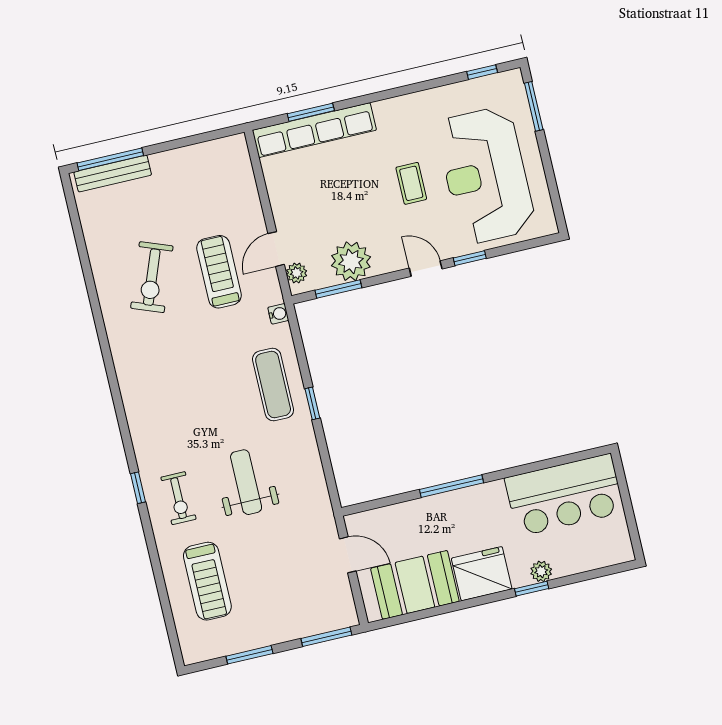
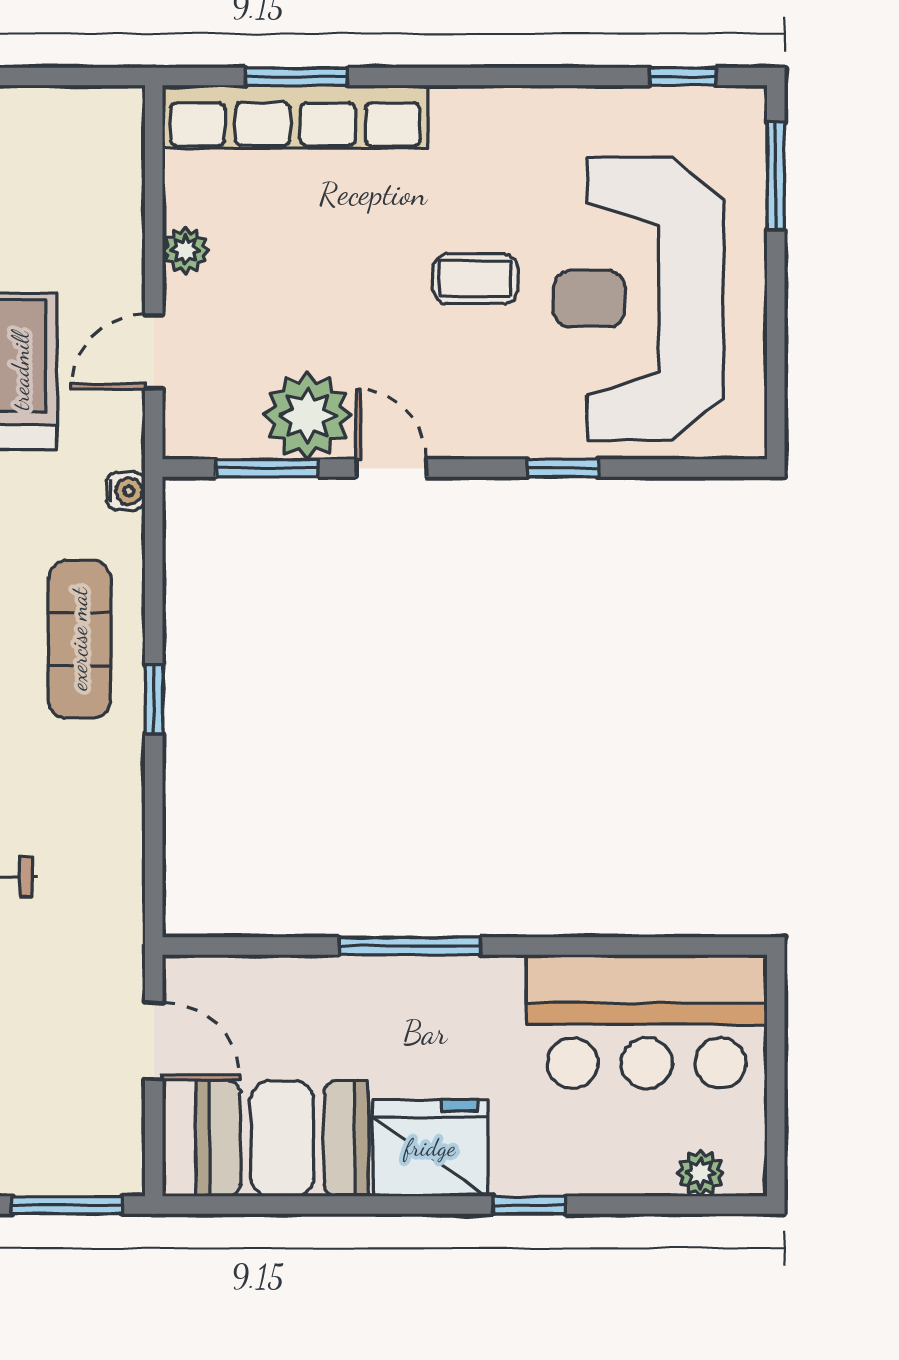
coffee table: (411, 183) -> (475, 279), turned 90
door: (426, 269) -> (391, 468), moved
plant: (297, 273) -> (185, 250), moved
plant: (541, 571) -> (701, 1173), moved

